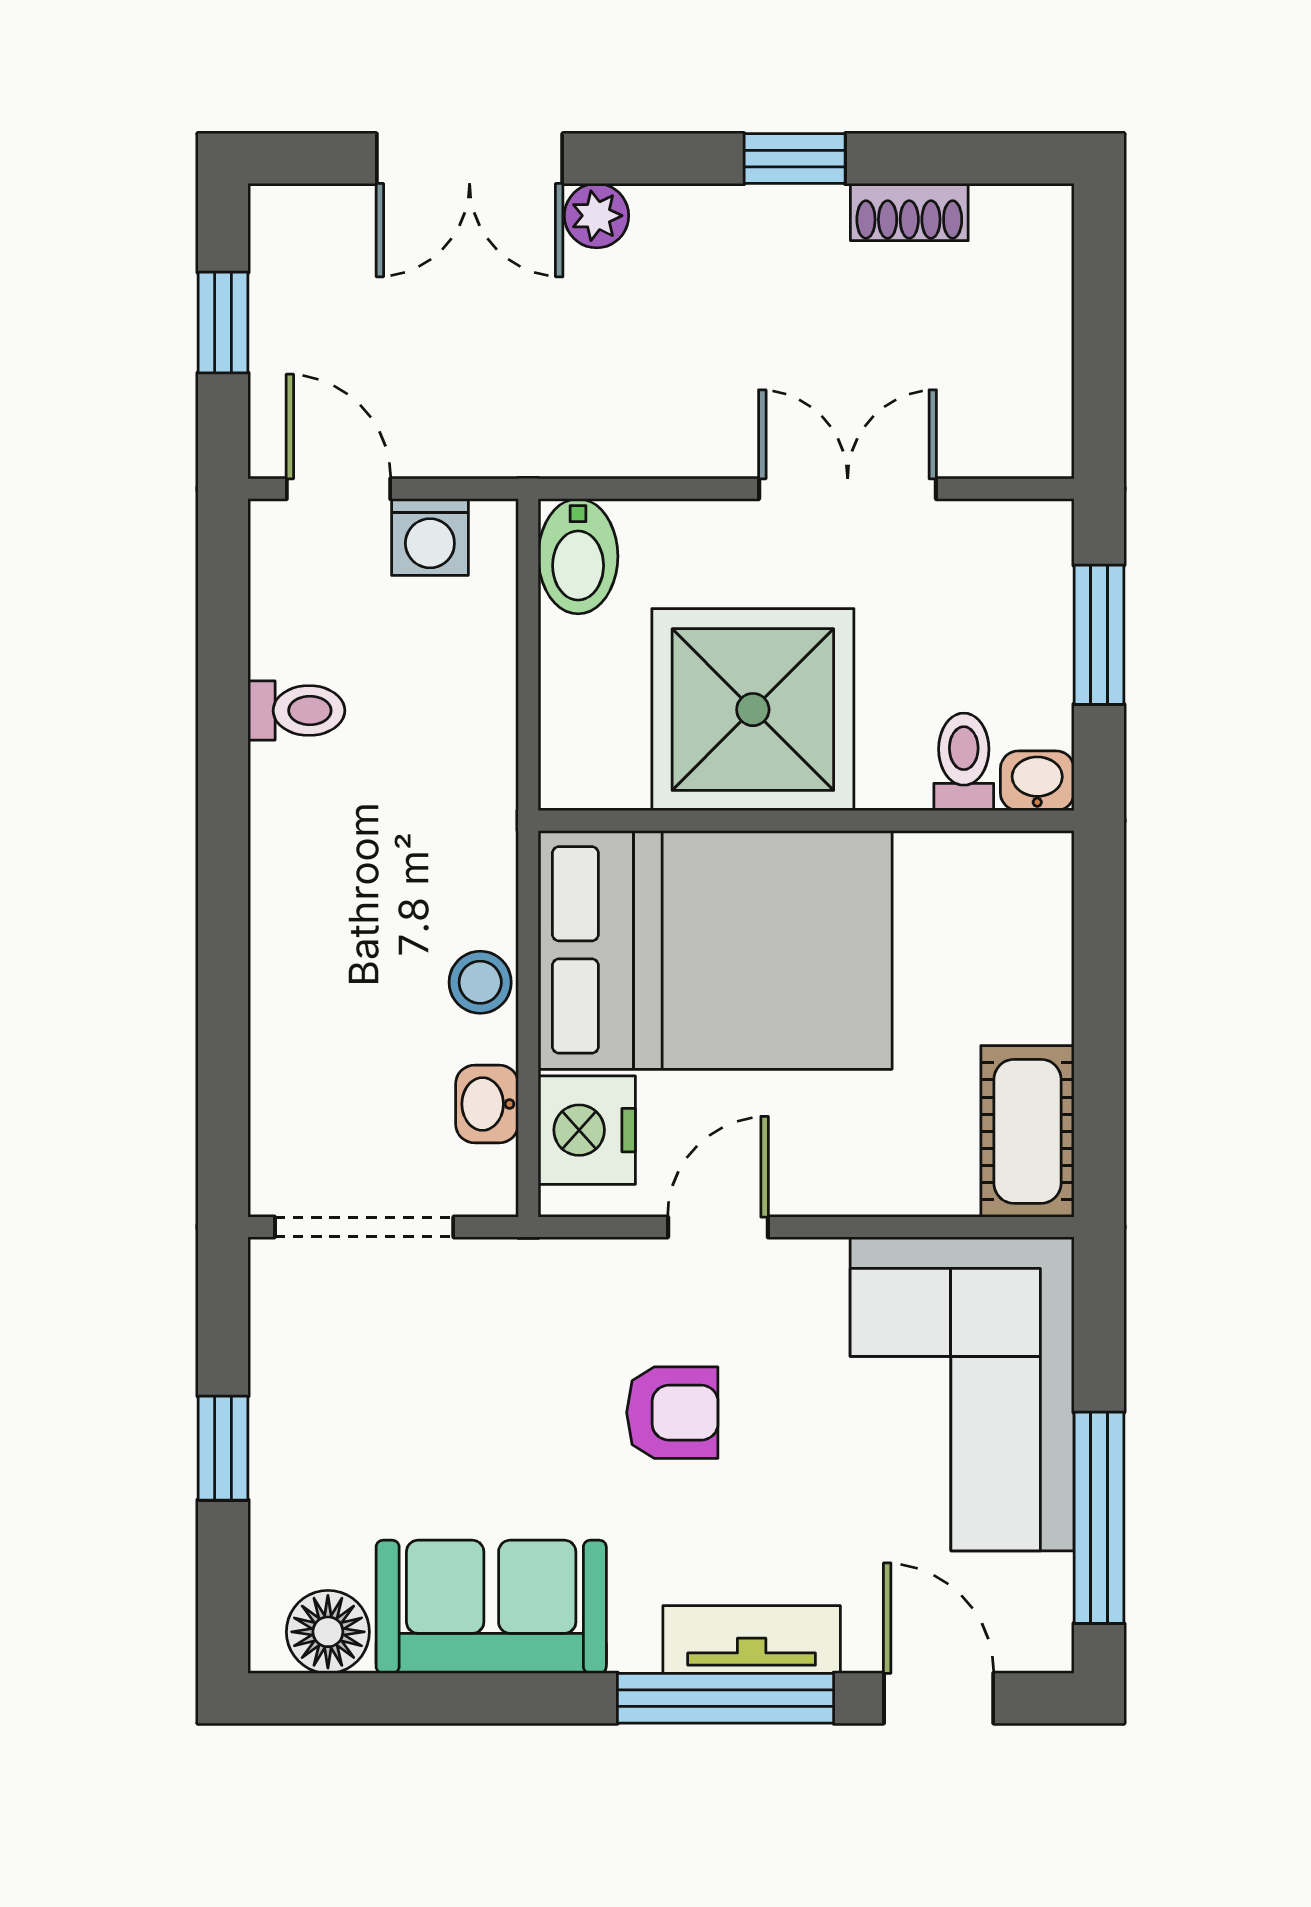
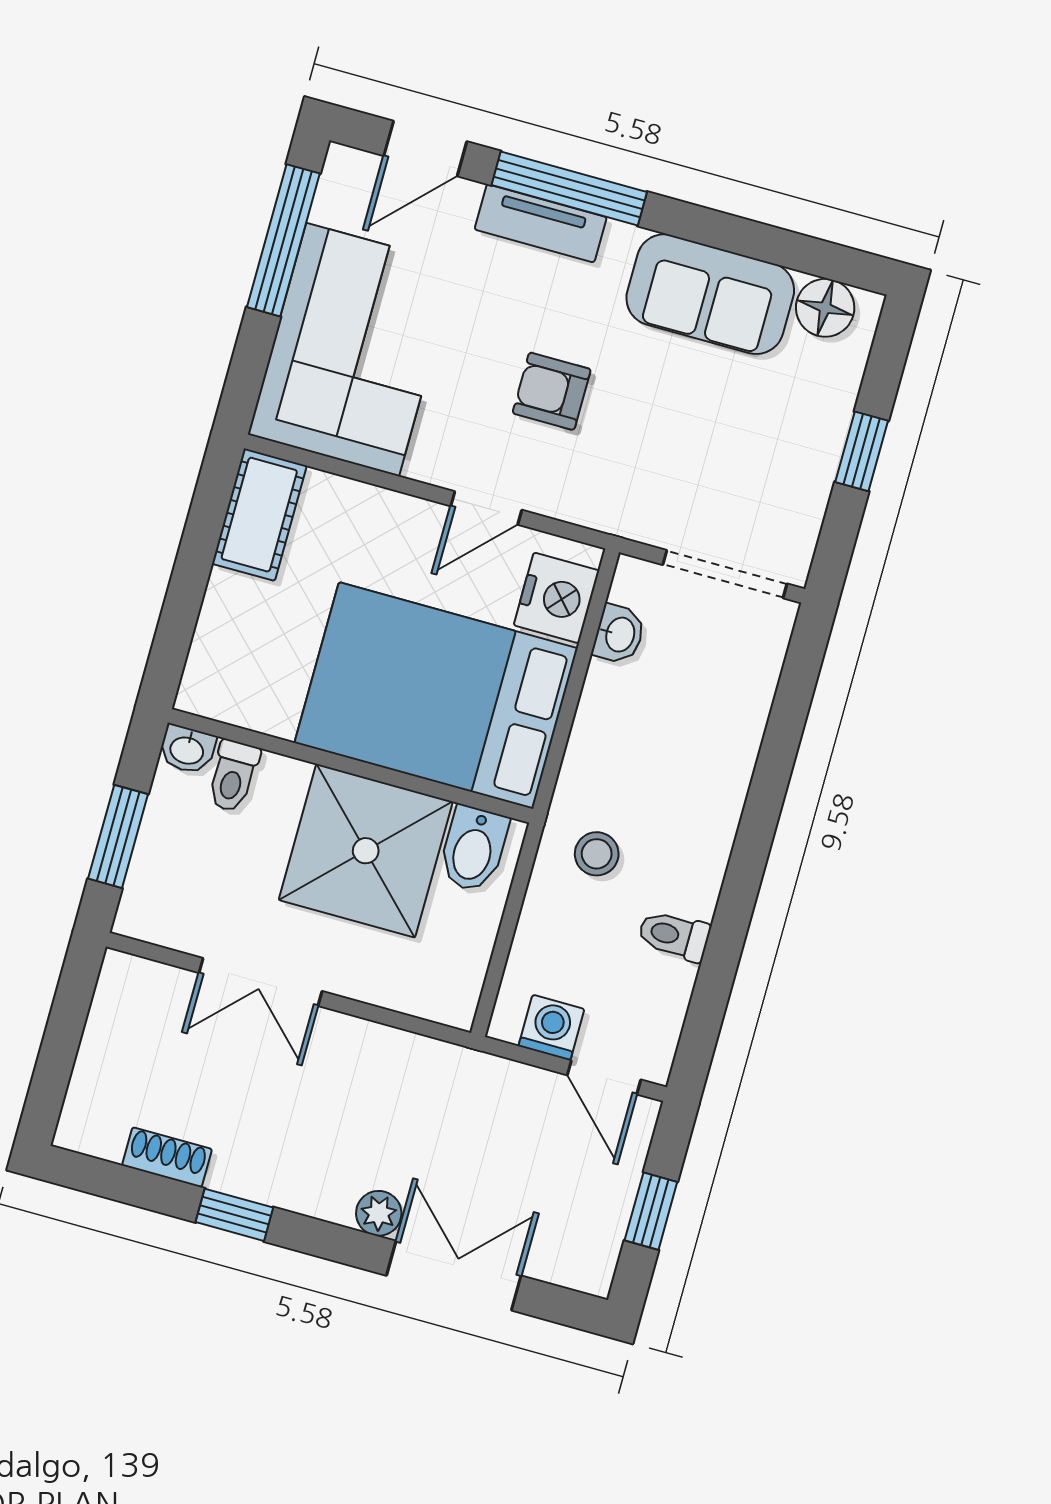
bidet: (578, 556) -> (473, 849), moved, turned 180
stool: (480, 982) -> (597, 854), moved
door: (939, 1698) -> (425, 149), hinge flipped

